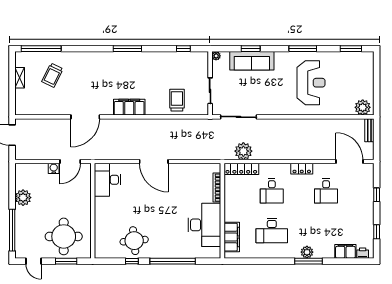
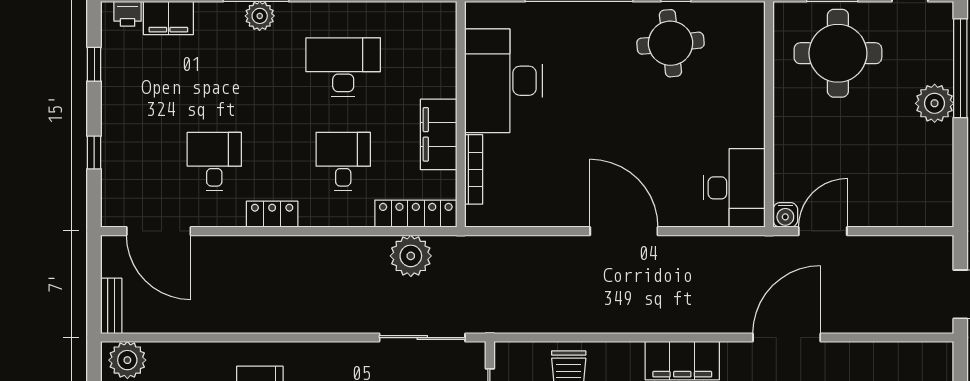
water cooler: (54, 168) -> (785, 215), moved
plant: (23, 198) -> (935, 103), moved
filing cabinet: (232, 237) -> (439, 134), moved

